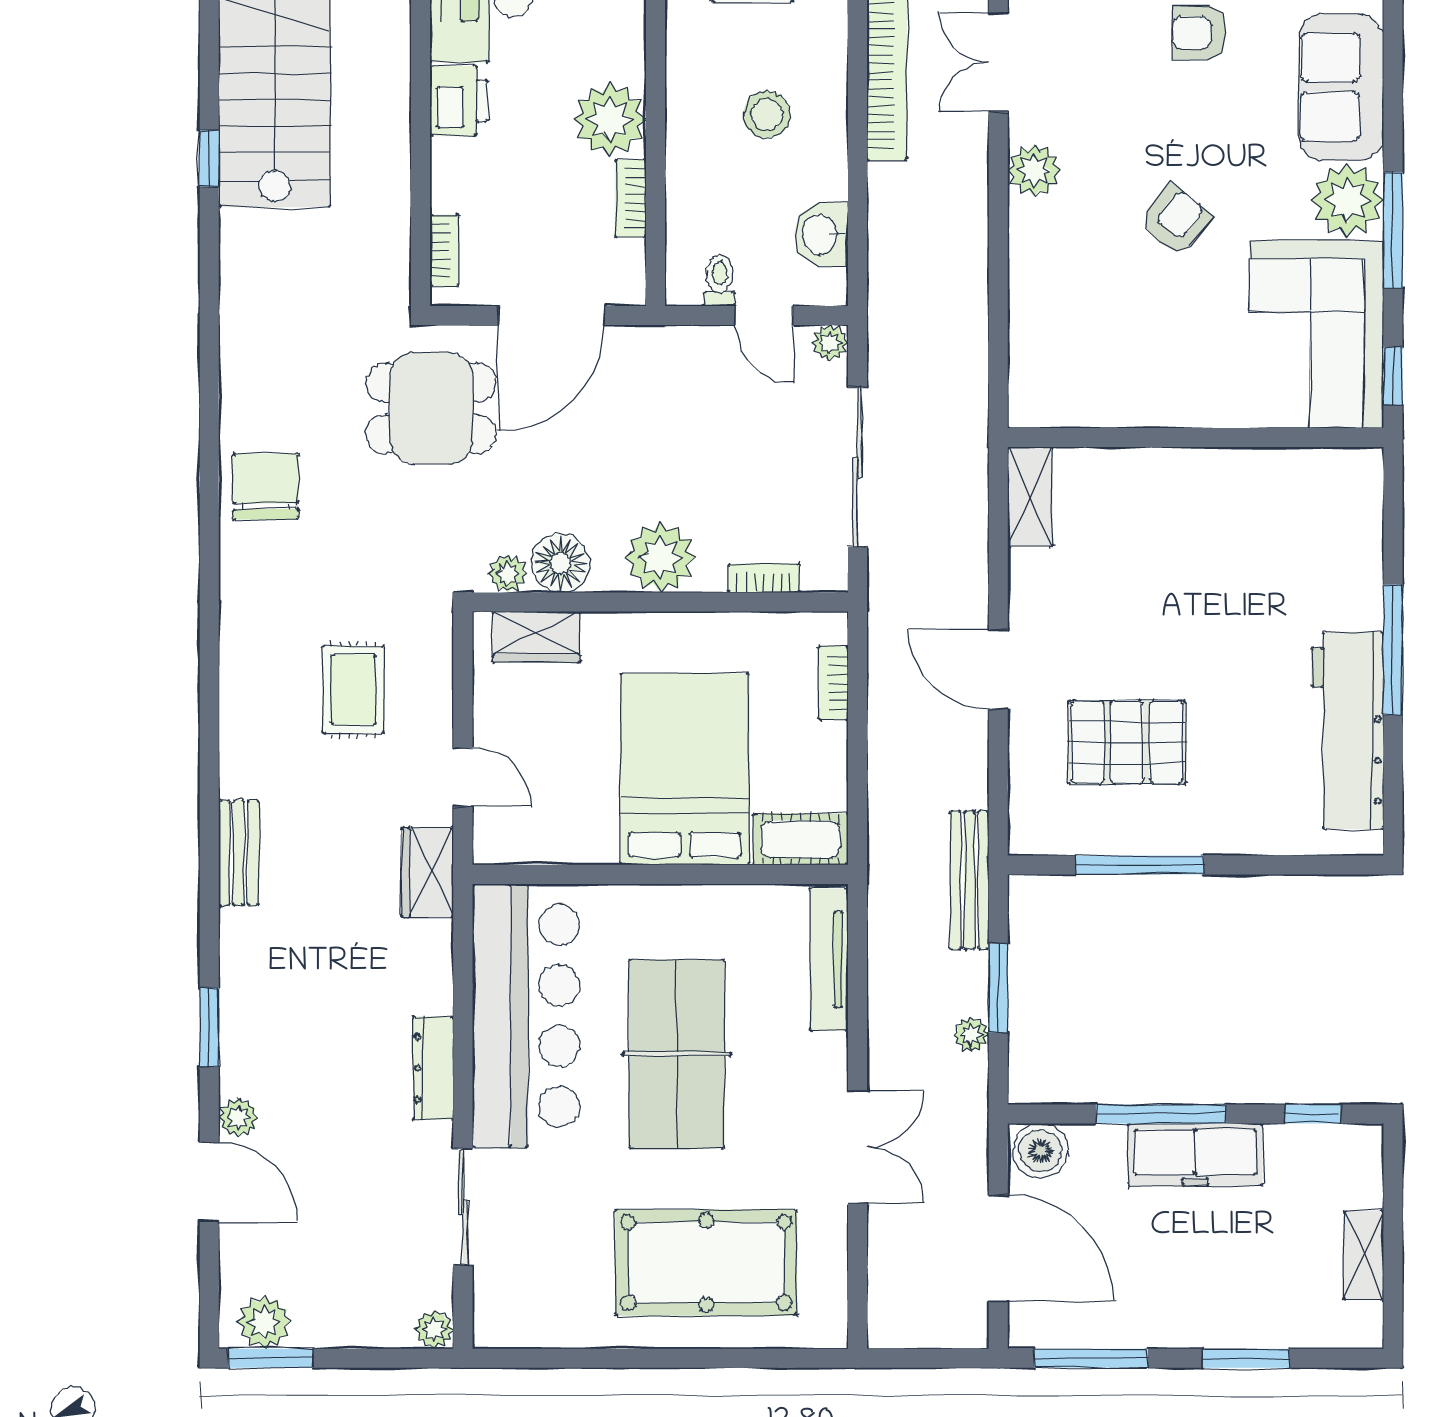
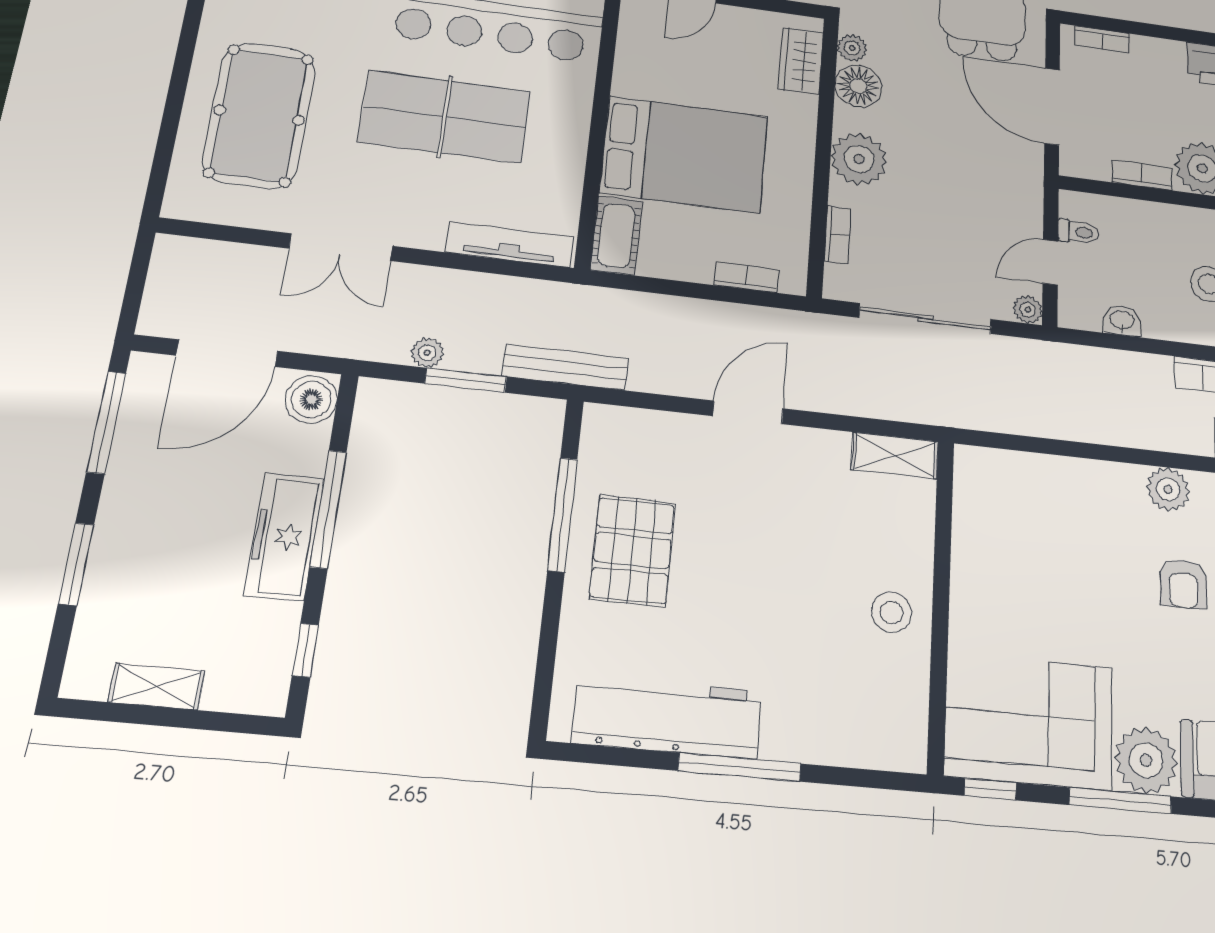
armchair: (1175, 221) -> (1183, 584), moved, turned 52
washbasin: (821, 234) -> (1122, 321), width x0.72, depth x0.69
stool: (1211, 493) -> (891, 612), added
pallet: (1127, 742) -> (632, 551), moved

